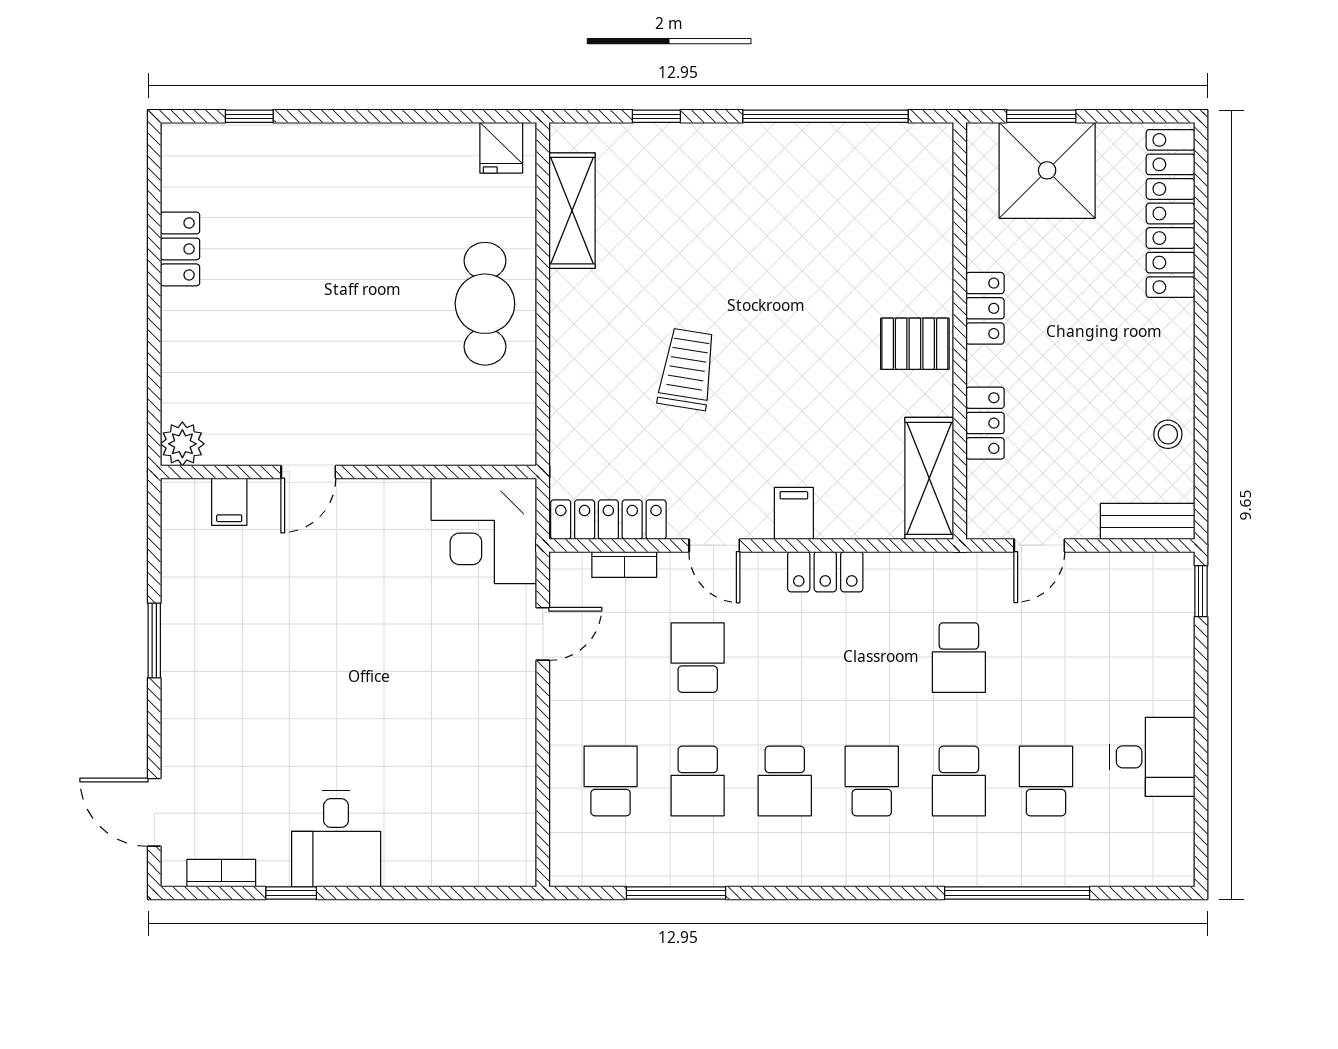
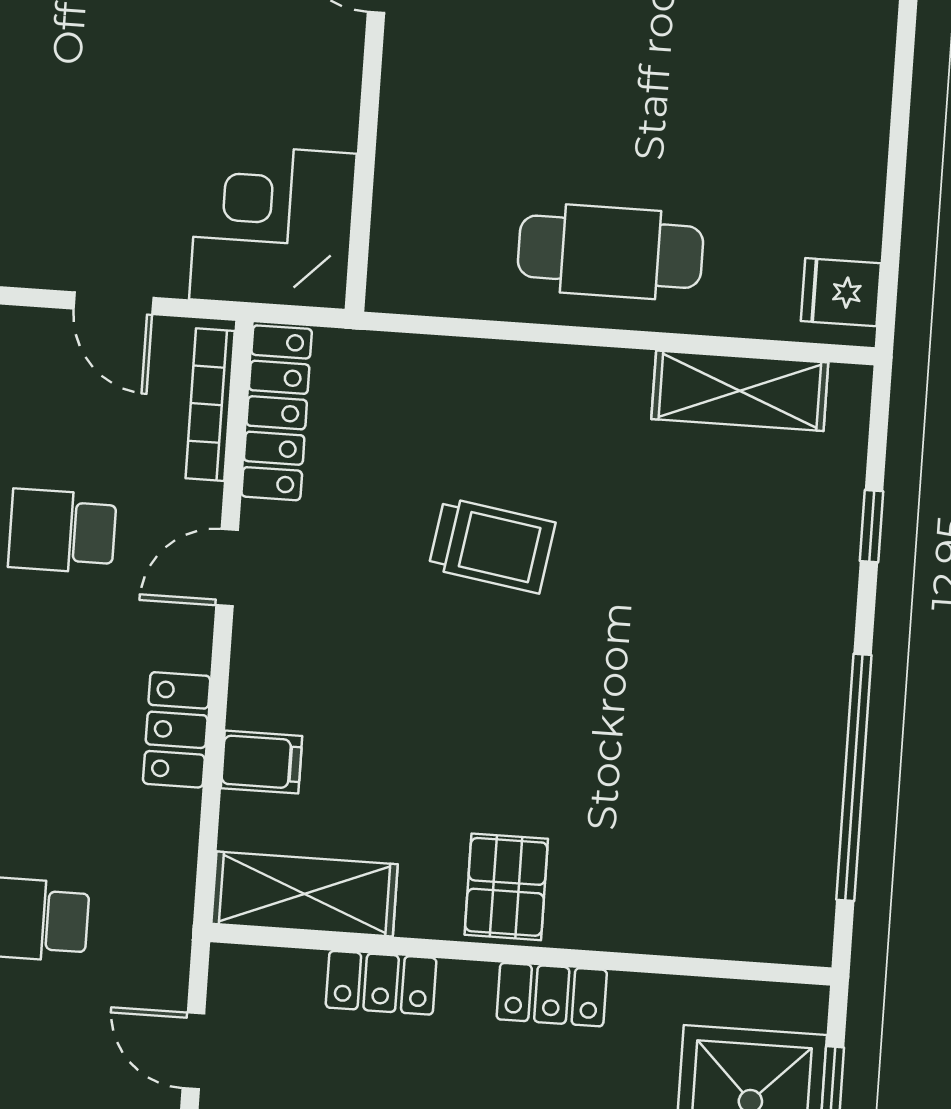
filing cabinet: (794, 513) -> (262, 762), moved
bookcase: (624, 565) -> (210, 405), width x1.56
school desk: (698, 658) -> (62, 531), turned 180

